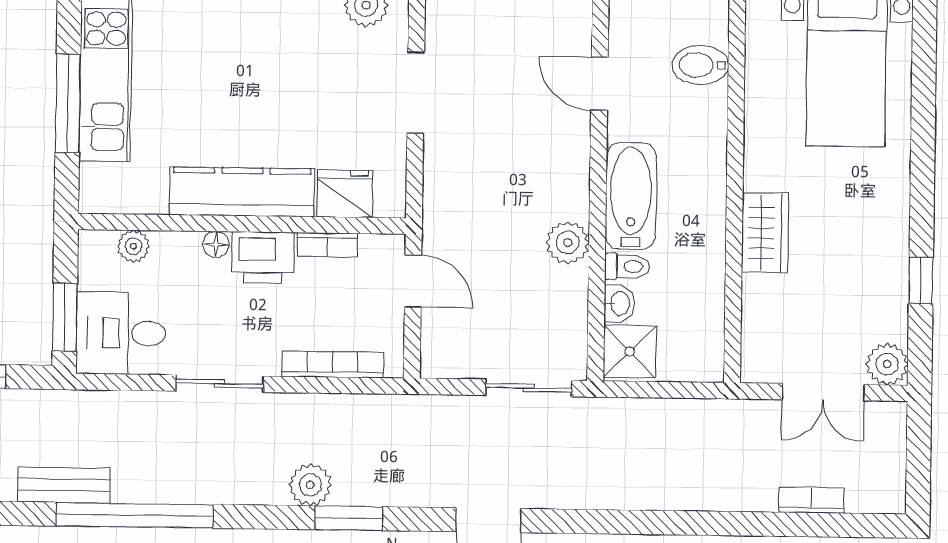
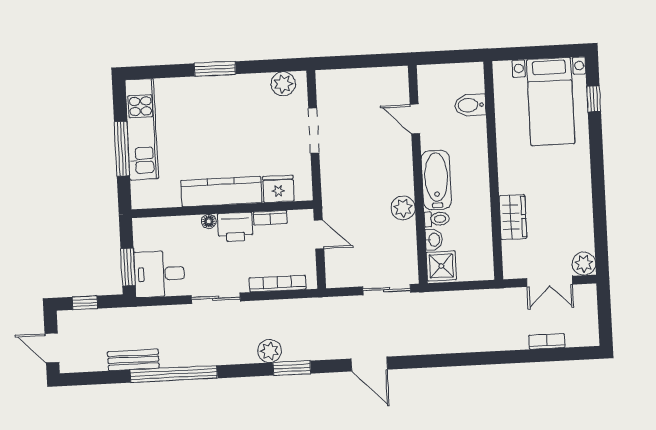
wardrobe: (765, 233) -> (513, 217), moved
plant: (133, 246) -> (163, 225), removed
window: (921, 280) -> (594, 99), moved

